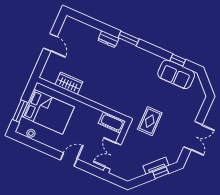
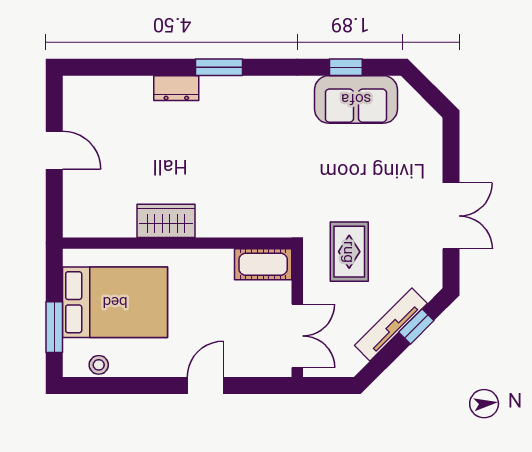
wardrobe: (69, 83) -> (166, 221), moved
rug: (150, 121) -> (349, 252), moved
double door: (113, 156) -> (297, 336), swing flipped
tv unit: (156, 166) -> (391, 324), width x1.41

